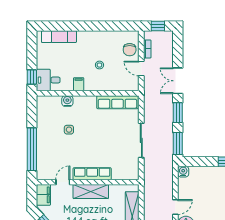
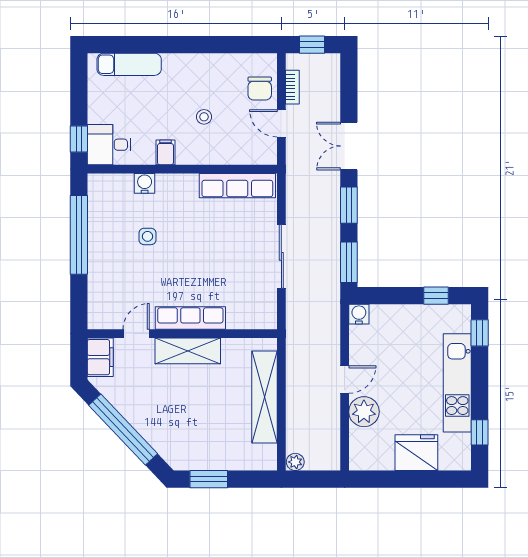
window: (32, 149) -> (79, 235), moved

